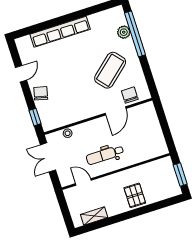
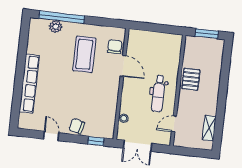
coffee table: (110, 70) -> (84, 54), turned 41
chair: (130, 95) -> (115, 47), turned 90
pallet: (135, 195) -> (191, 79), moved, turned 90

